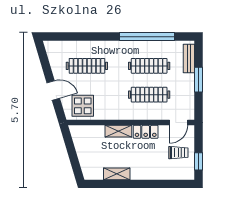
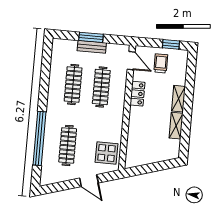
window: (147, 37) -> (39, 138), moved
bench: (189, 59) -> (92, 47), moved
door: (53, 91) -> (89, 181), swing flipped
shelving: (118, 131) -> (178, 99), moved

